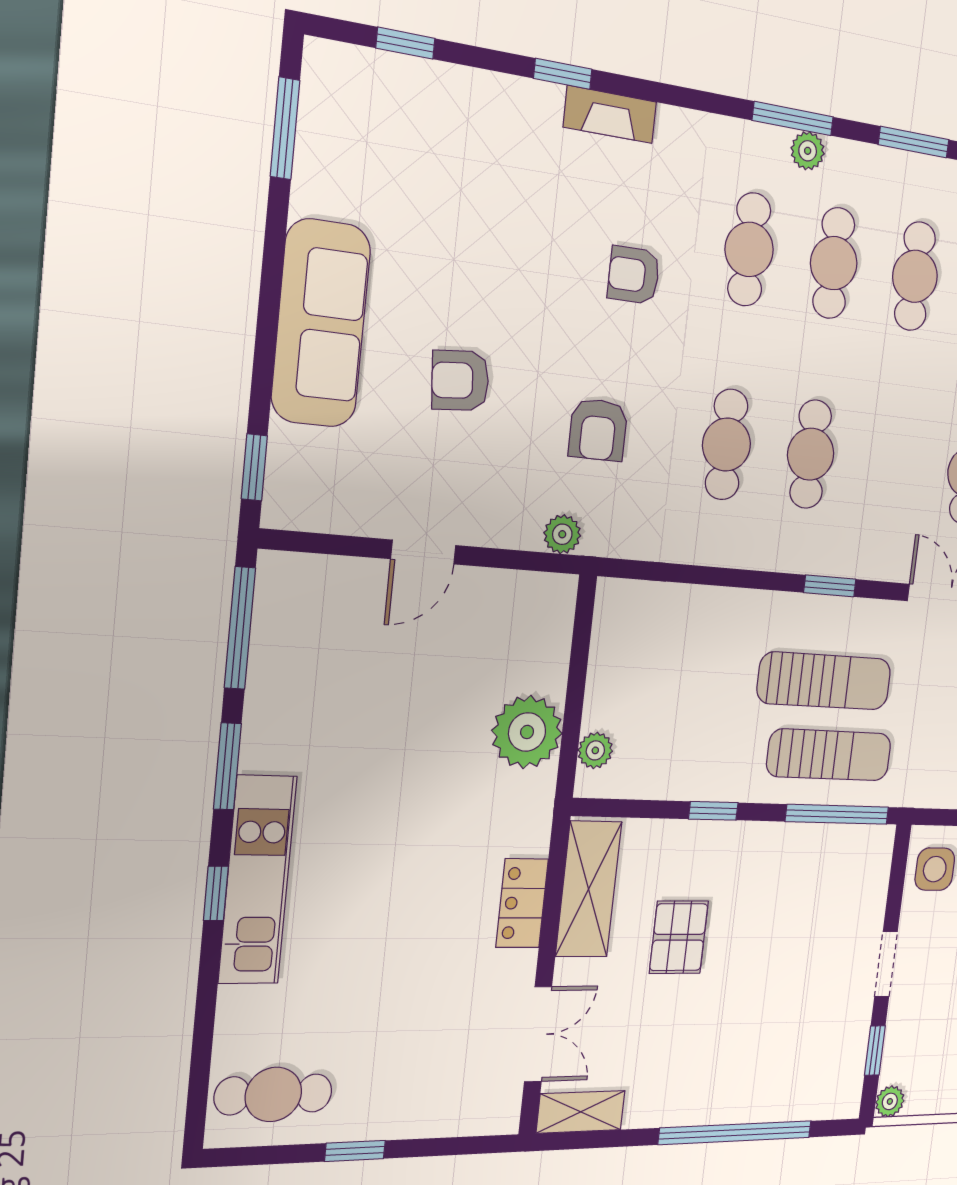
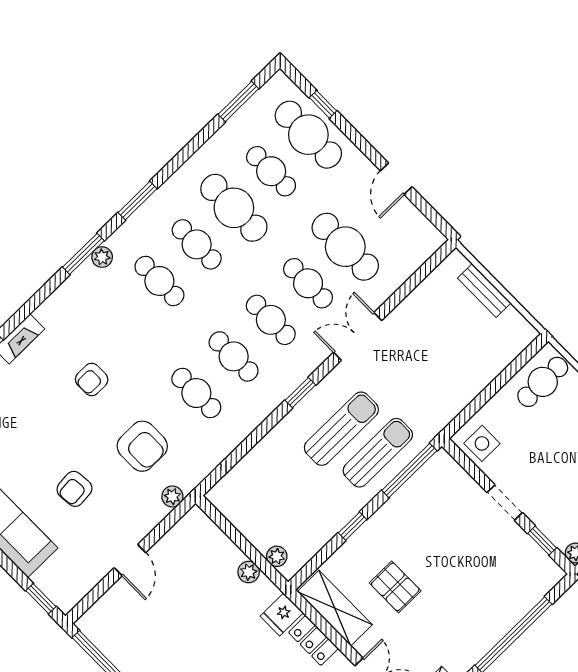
cafe table: (749, 249) -> (271, 320), moved
armchair: (598, 430) -> (142, 446), width x1.38, depth x1.38
plant: (527, 732) -> (249, 572), width x0.53, depth x0.53
fridge: (522, 830) -> (282, 614), added

